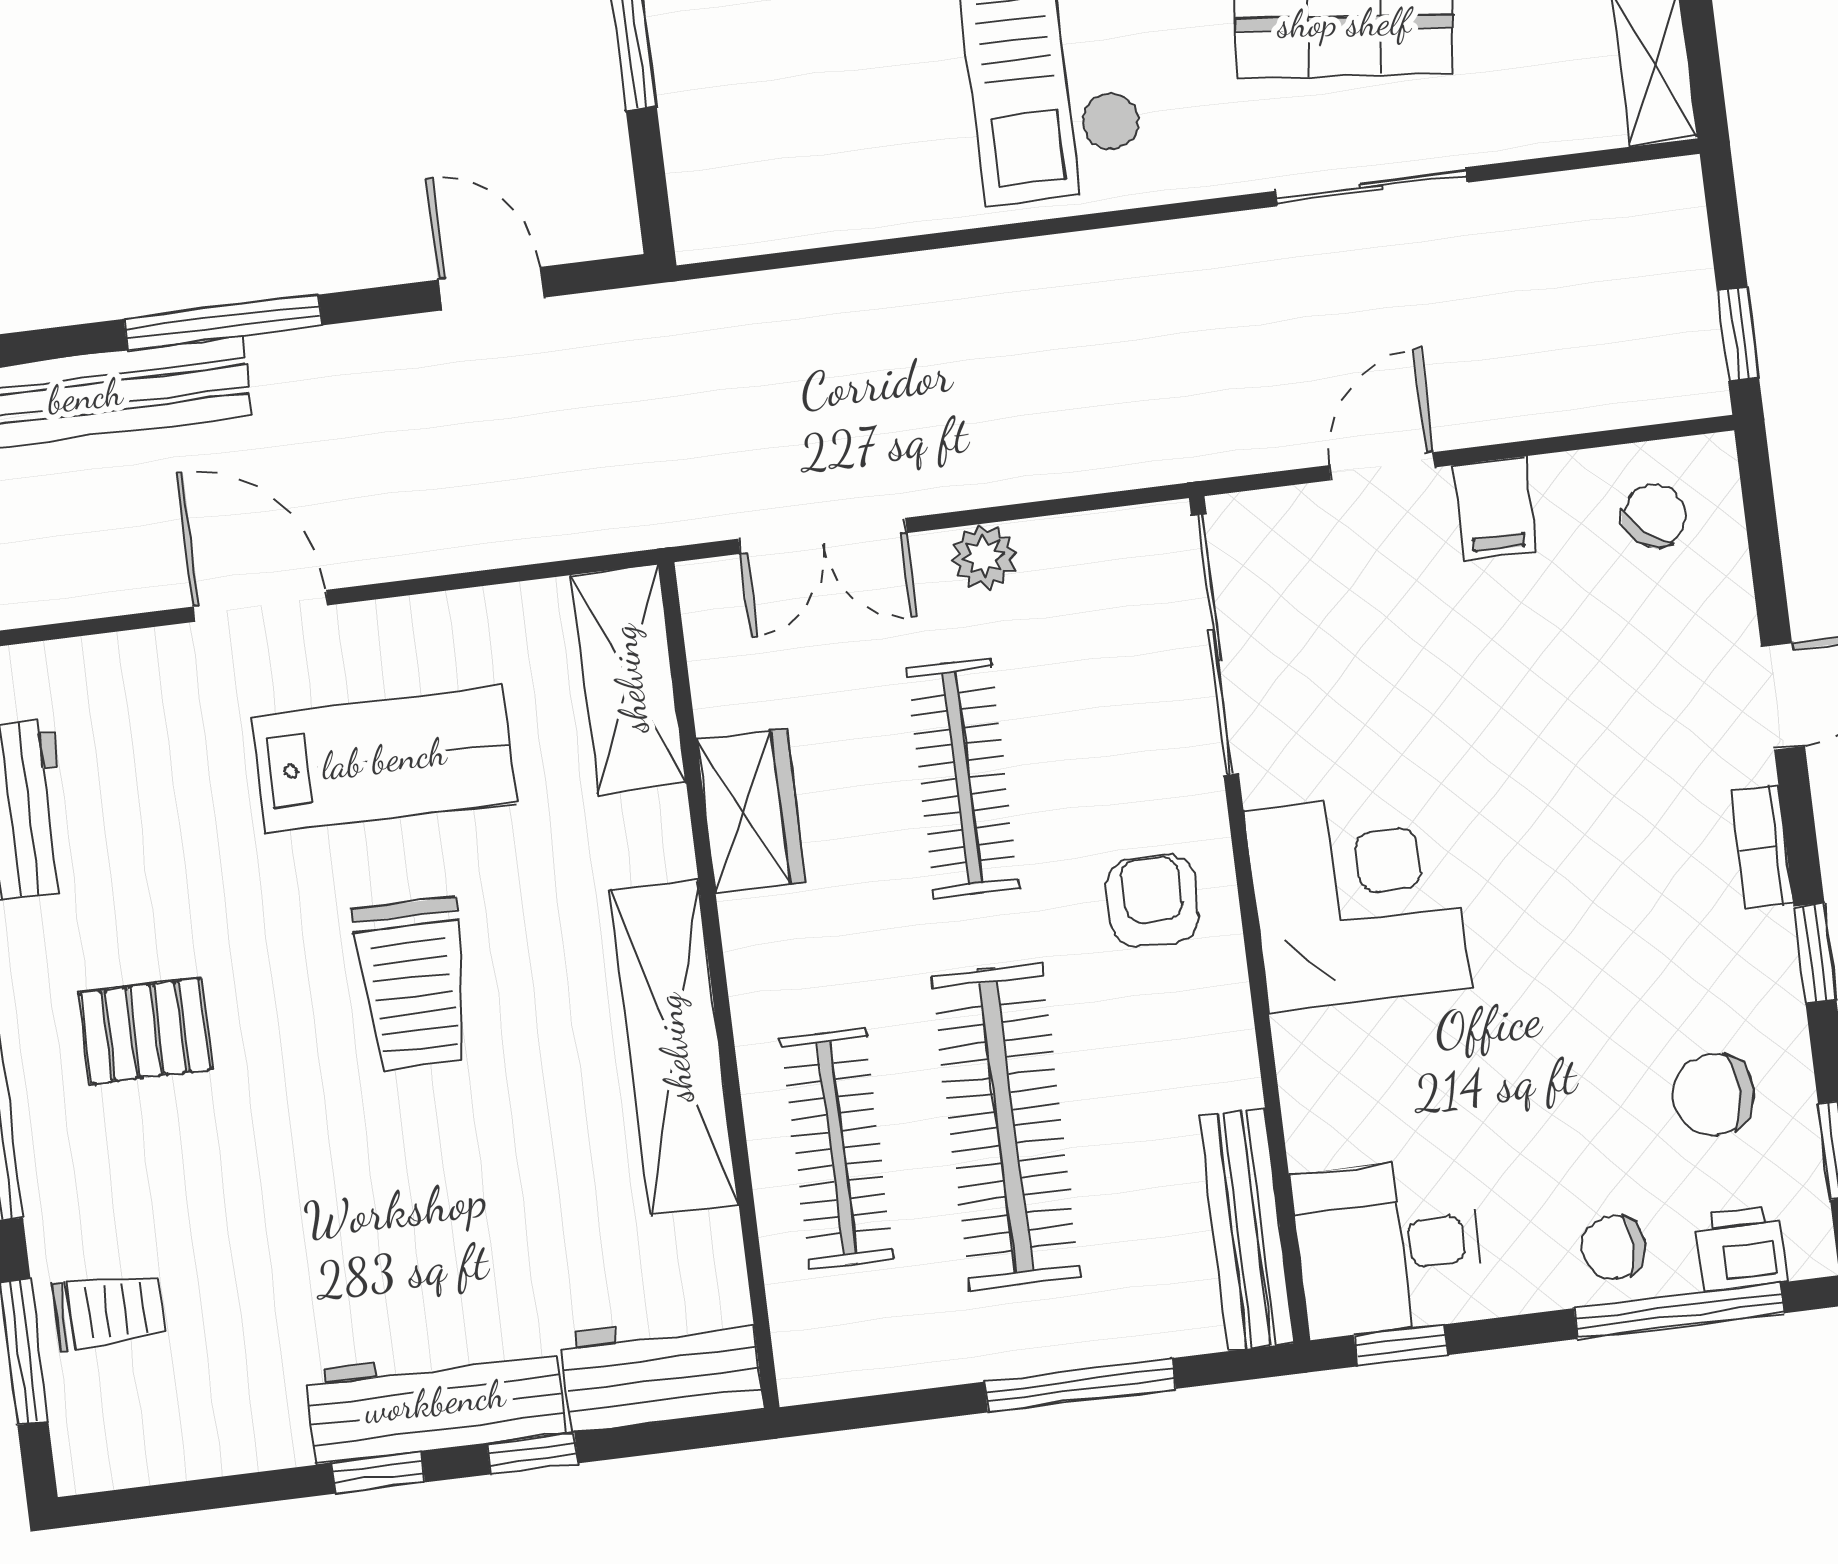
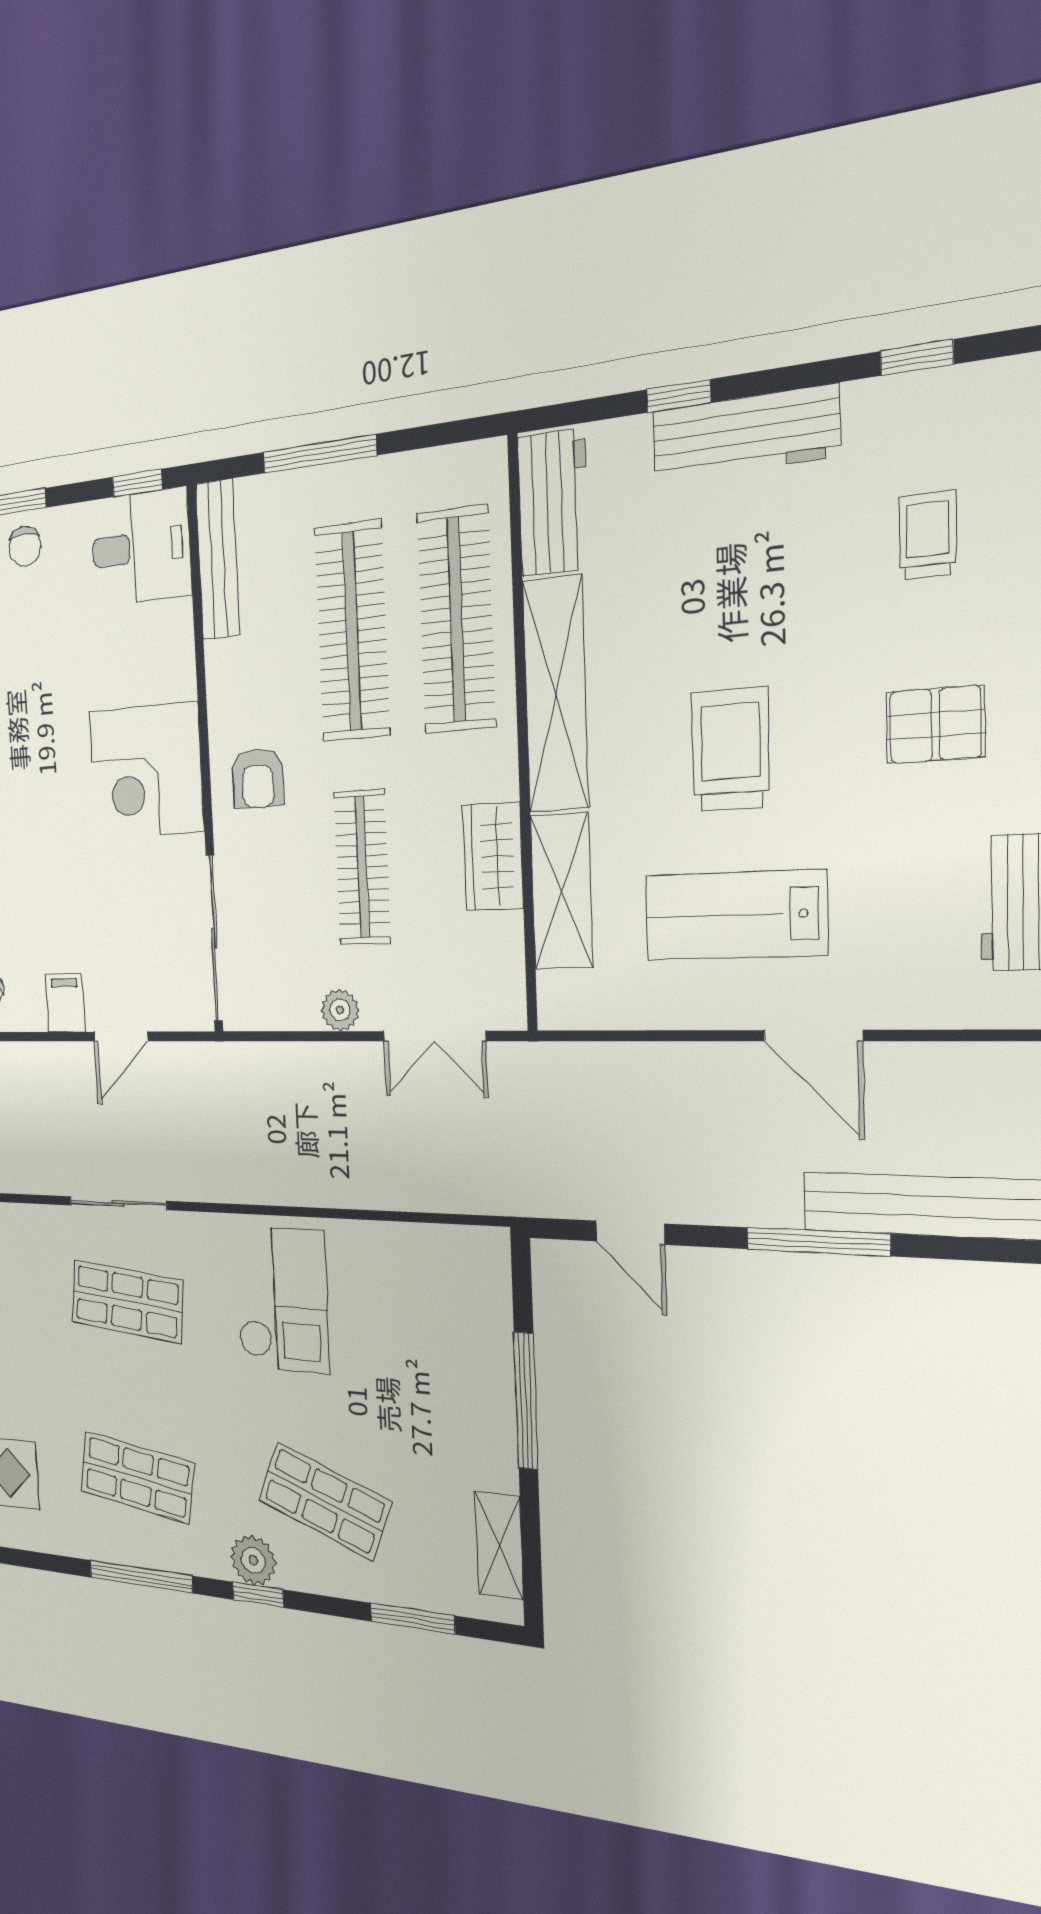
double door: (823, 536) -> (434, 1036), swing flipped
shelving: (629, 679) -> (562, 892), moved
clothes rail: (837, 1148) -> (456, 620), width x1.37, depth x1.31
chair: (1613, 1247) -> (25, 546), turned 90
trolley: (109, 1311) -> (928, 535), moved, turned 90
workbench: (662, 1371) -> (553, 503), moved, turned -90
window: (378, 1473) -> (917, 358), moved

